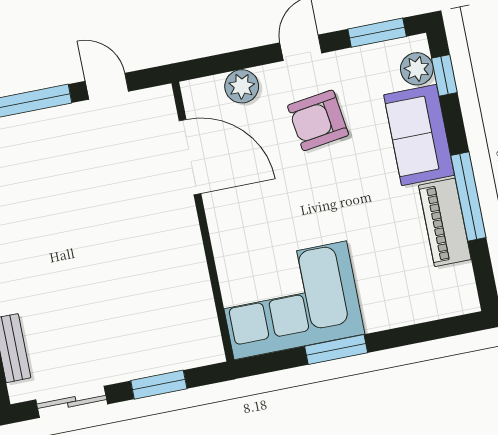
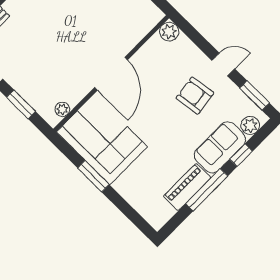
window: (444, 75) -> (241, 155), moved
plant: (242, 86) -> (169, 32), moved
door: (190, 157) -> (111, 74), moved
plant: (207, 329) -> (62, 109), added

